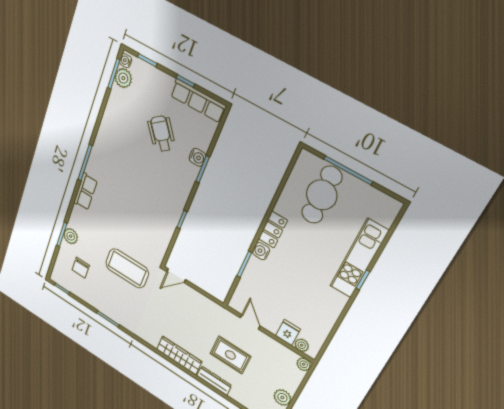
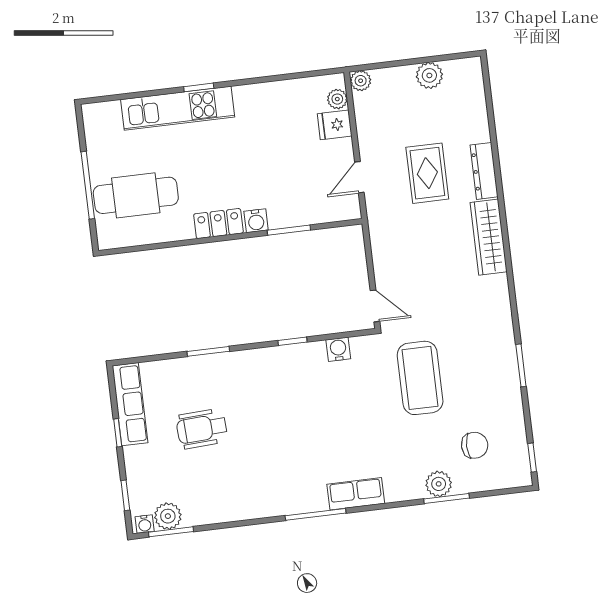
wheelchair: (161, 134) -> (202, 429), turned 34
water cooler: (197, 157) -> (338, 349), moved

